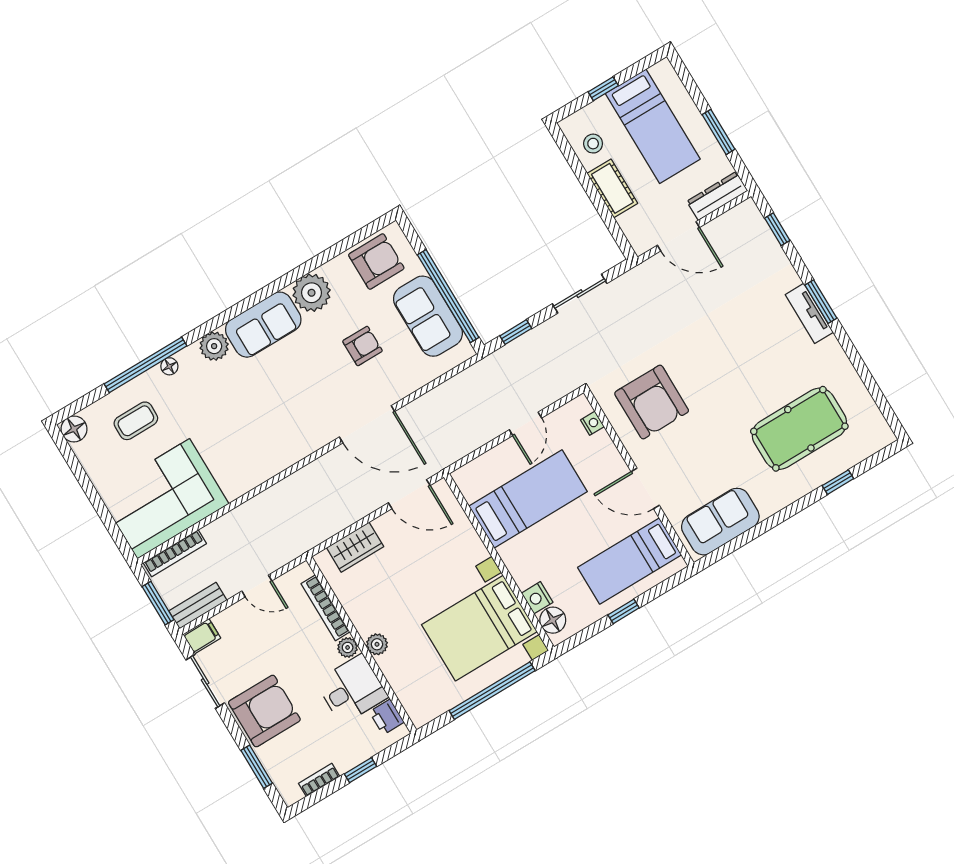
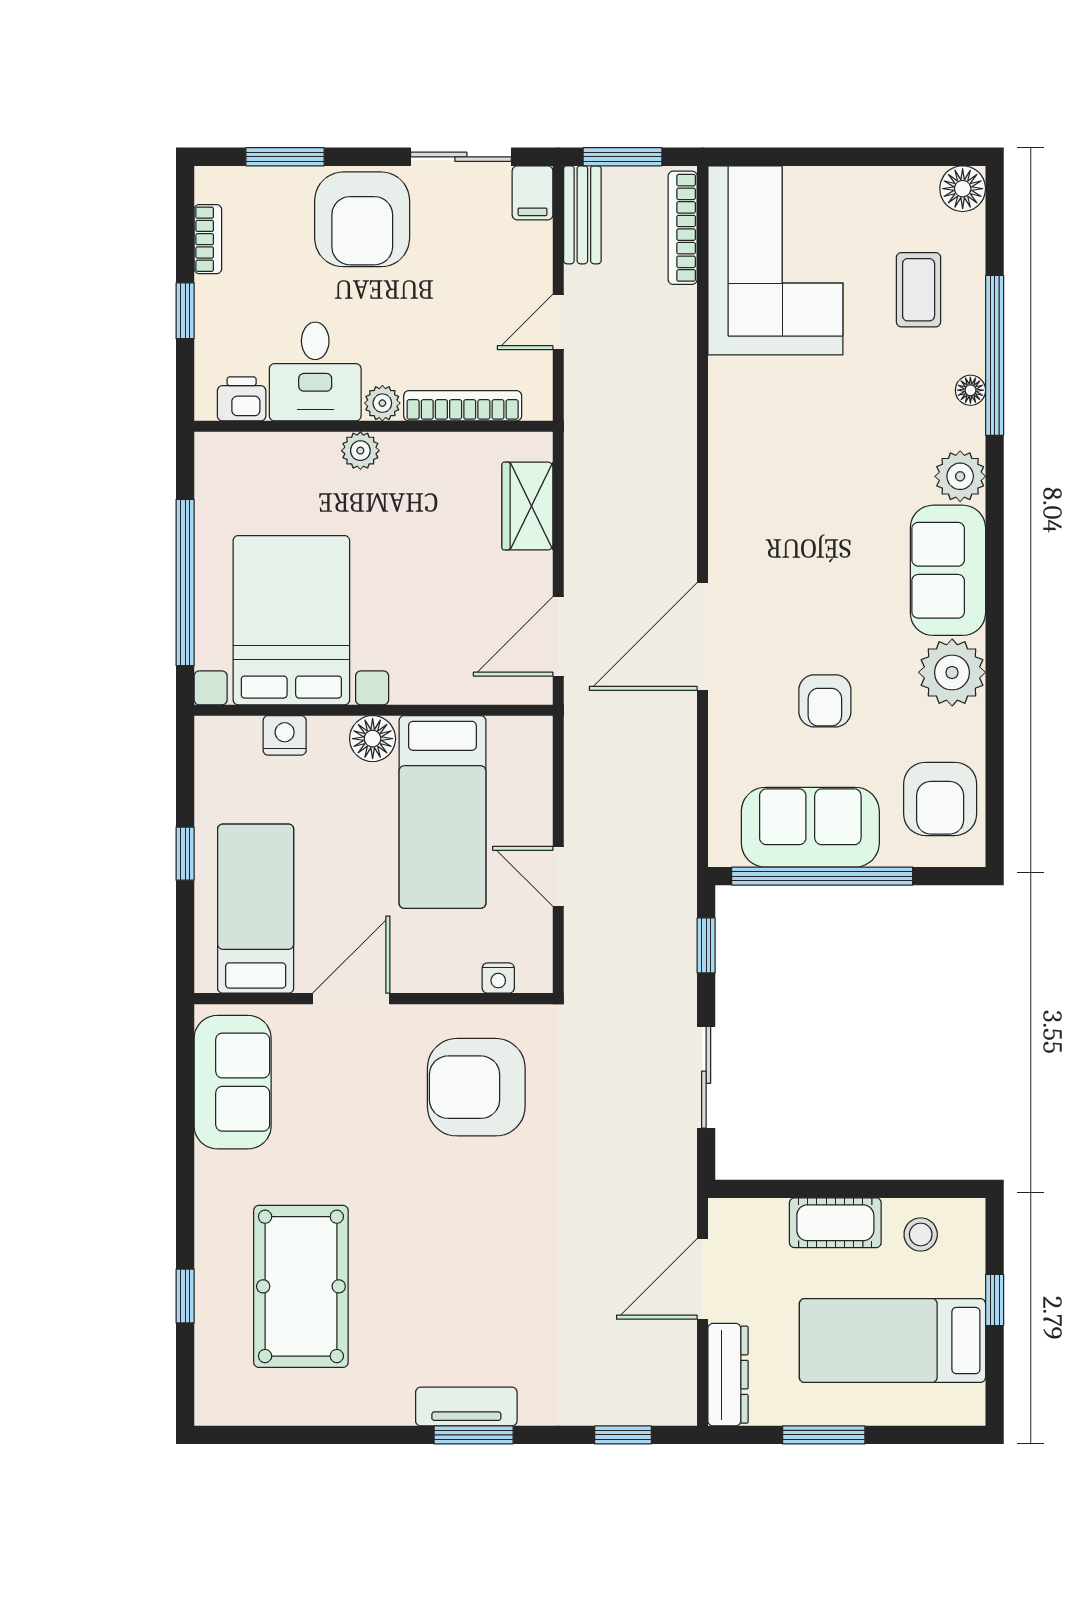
floor lamp: (553, 620) -> (373, 739), moved

